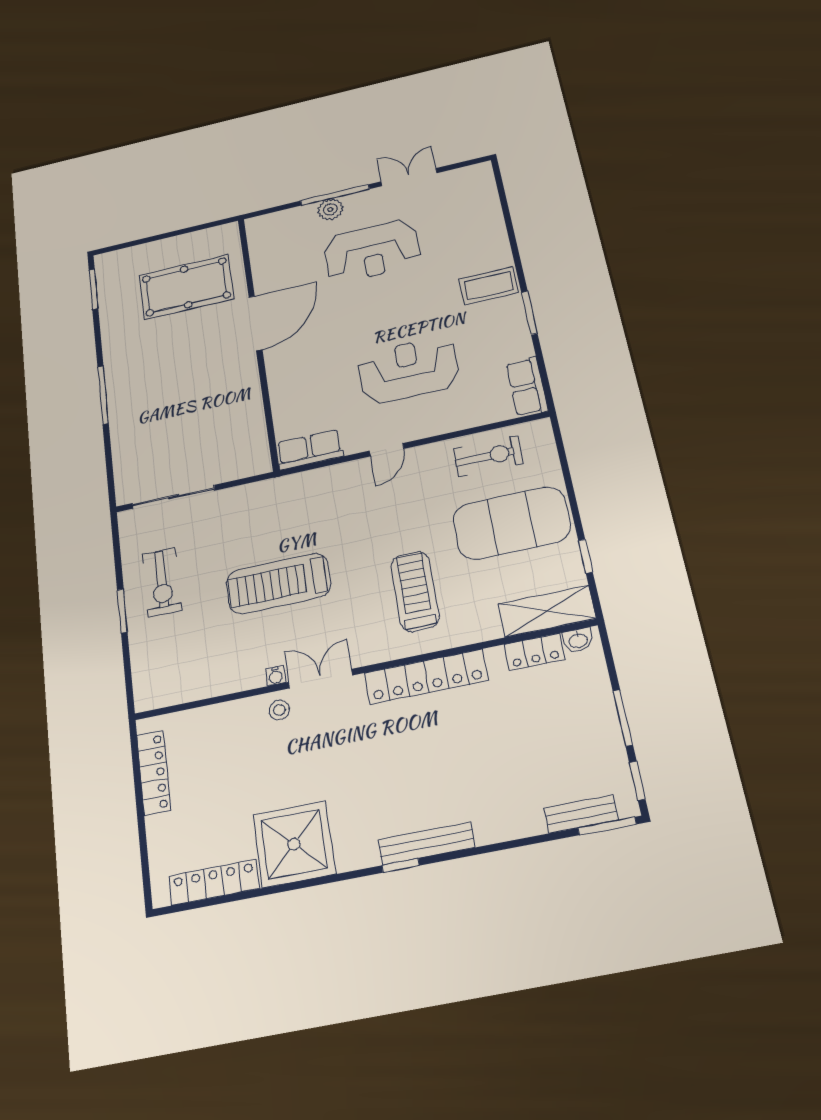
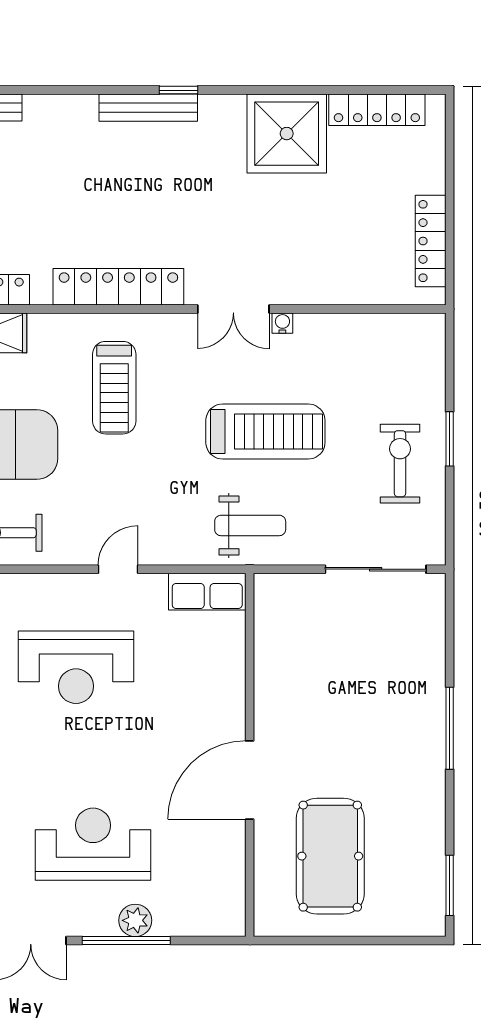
pool table: (186, 287) -> (330, 856), turned 90
weight bench: (281, 507) -> (250, 525), added
stool: (279, 710) -> (283, 283), removed

